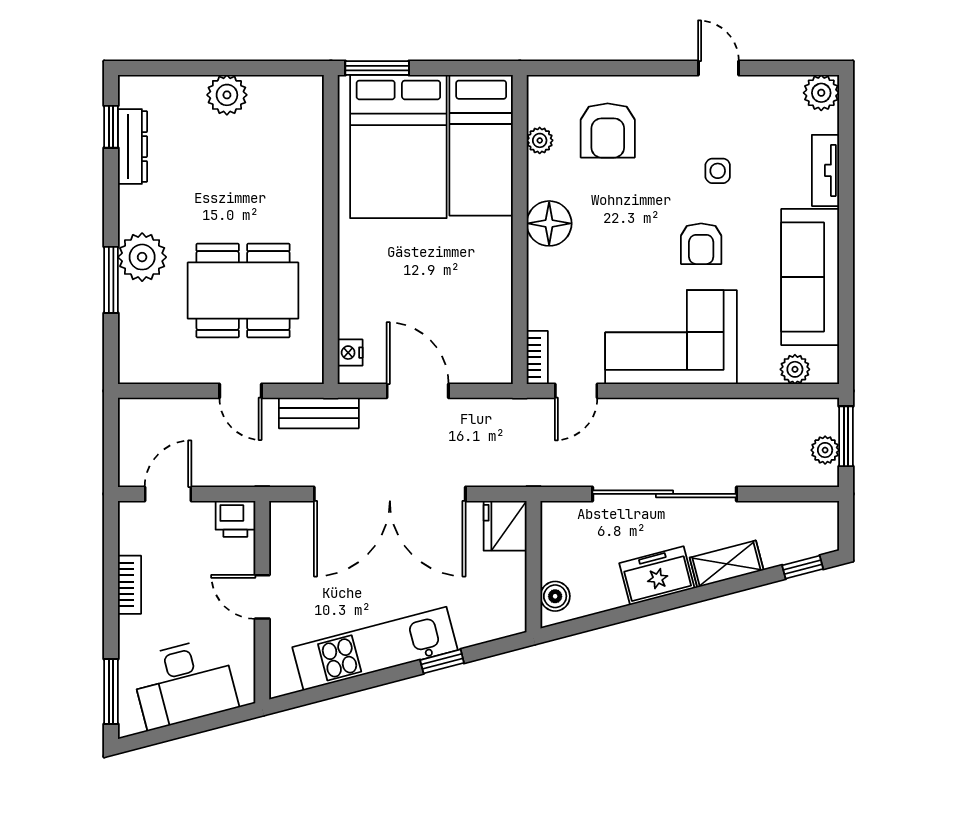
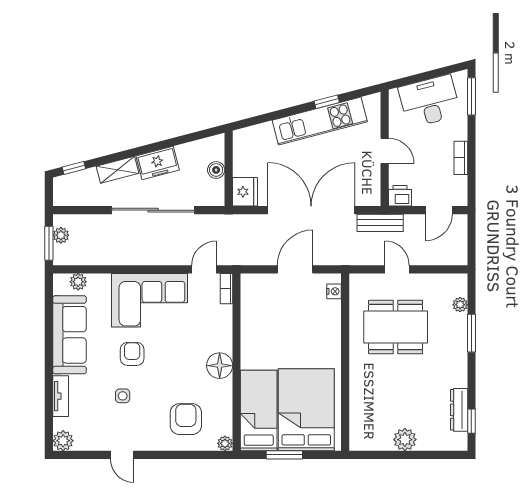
window: (377, 68) -> (284, 455), moved
plant: (540, 140) -> (225, 443), moved
plant: (142, 257) -> (460, 305), moved, width x0.53, depth x0.53
door: (418, 391) -> (295, 269), swing flipped
bench: (319, 413) -> (380, 223), moved
boiler: (555, 596) -> (216, 170), moved
window: (442, 661) -> (327, 102), moved

